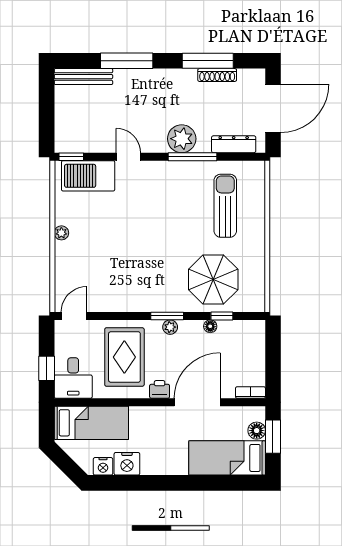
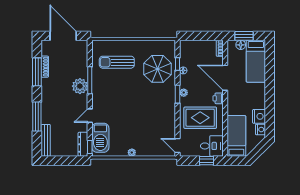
dresser: (234, 144) -> (83, 144), moved

